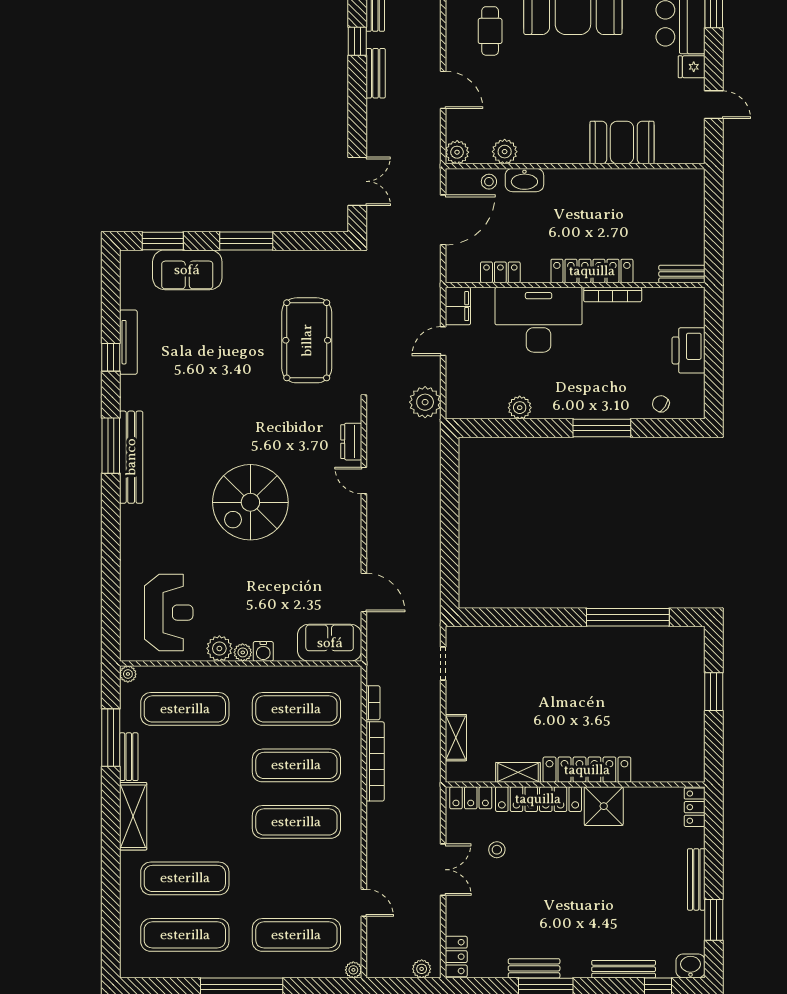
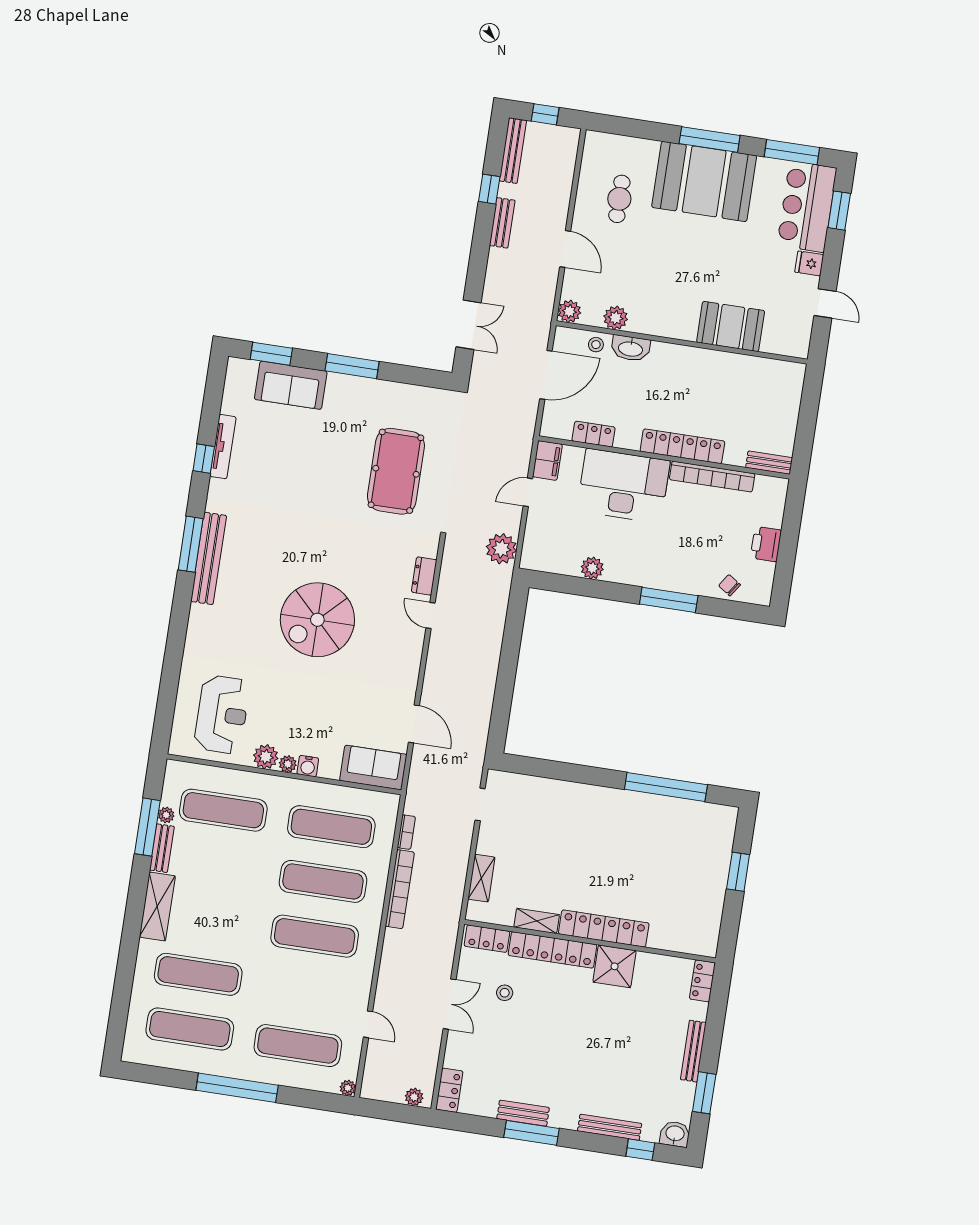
bookcase: (613, 295) -> (712, 477), width x1.48, depth x1.31
printer: (689, 350) -> (766, 544), width x0.73, depth x0.84
plant: (128, 674) -> (166, 815), moved

